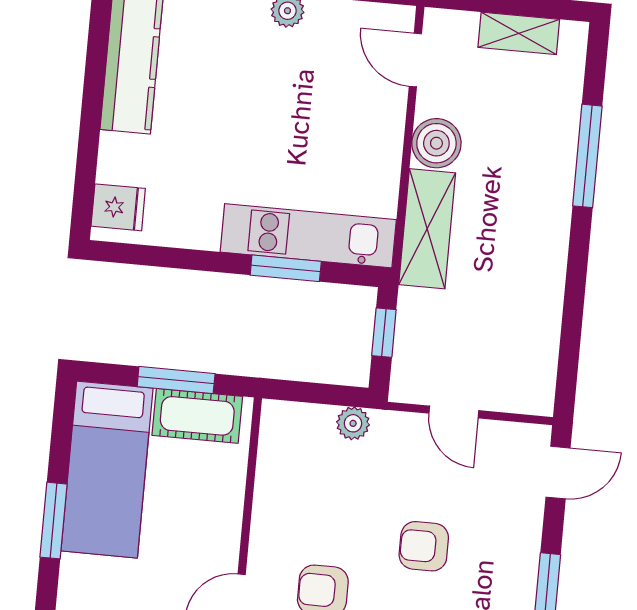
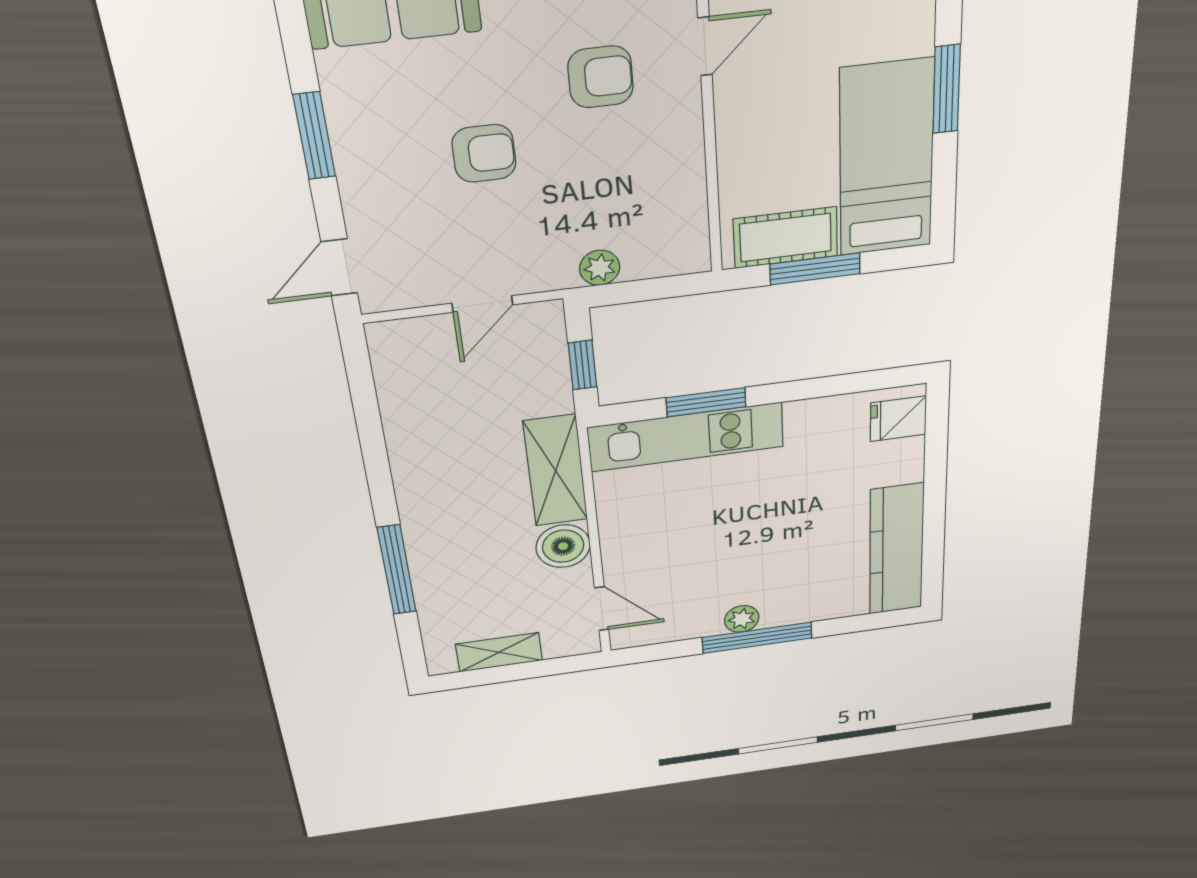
door: (454, 412) -> (482, 304), swing flipped

